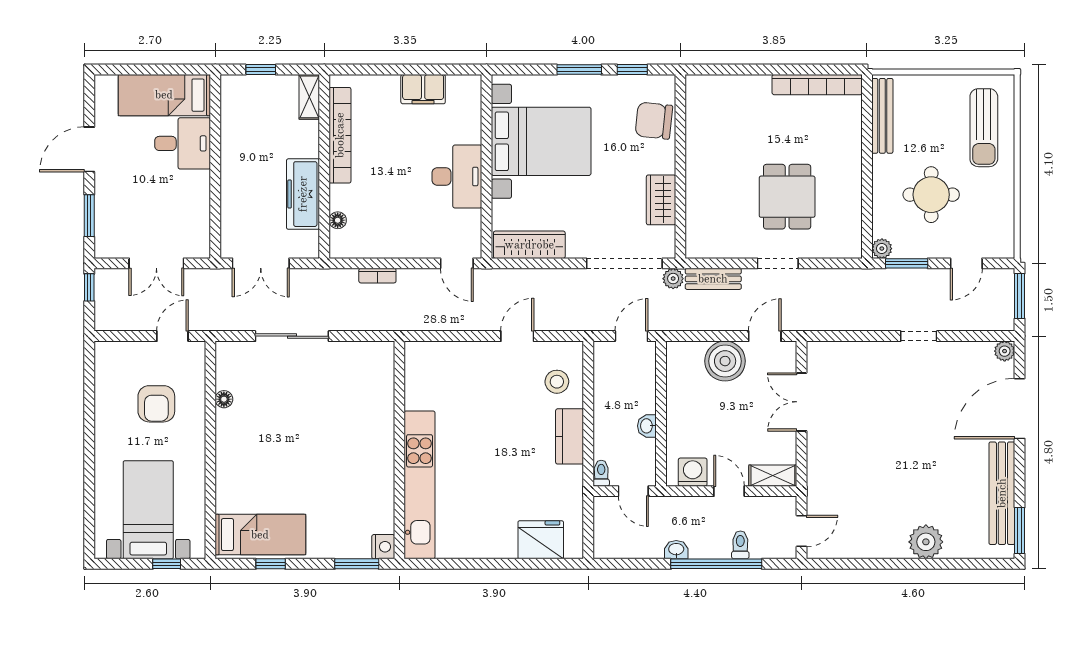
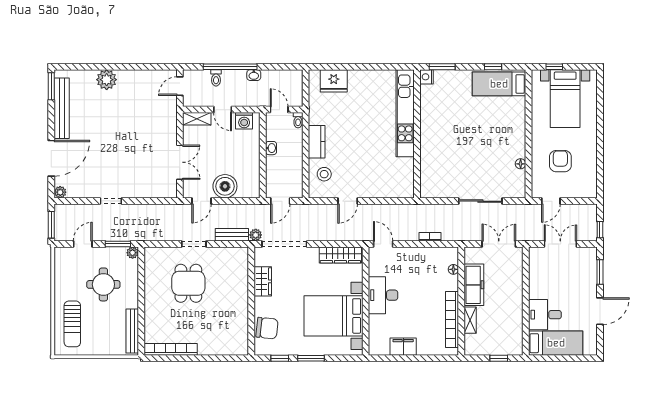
shelving: (309, 97) -> (470, 320), moved
sun lounger: (984, 128) -> (72, 324), turned 180

